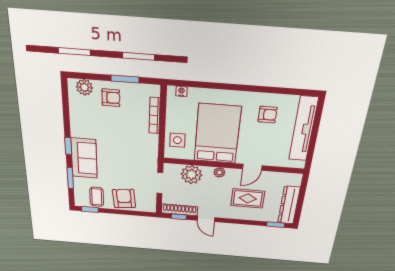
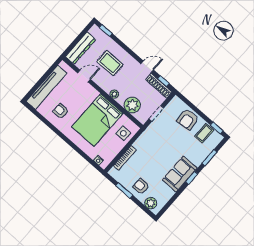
sofa: (84, 158) -> (180, 174), moved
door: (252, 167) -> (84, 76), moved
dresser: (289, 205) -> (81, 48), moved
door: (206, 219) -> (147, 67), hinge flipped

